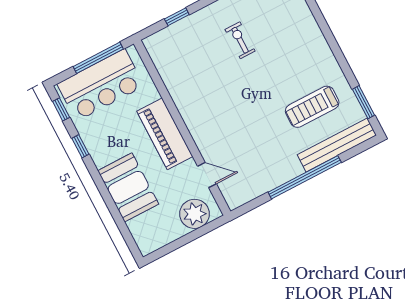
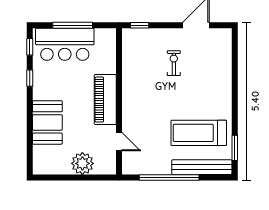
treadmill: (312, 107) -> (199, 133), width x1.37, depth x1.38
wall: (182, 128) -> (119, 101), moved
piano: (165, 134) -> (105, 99), moved
door: (207, 175) -> (119, 142), moved

